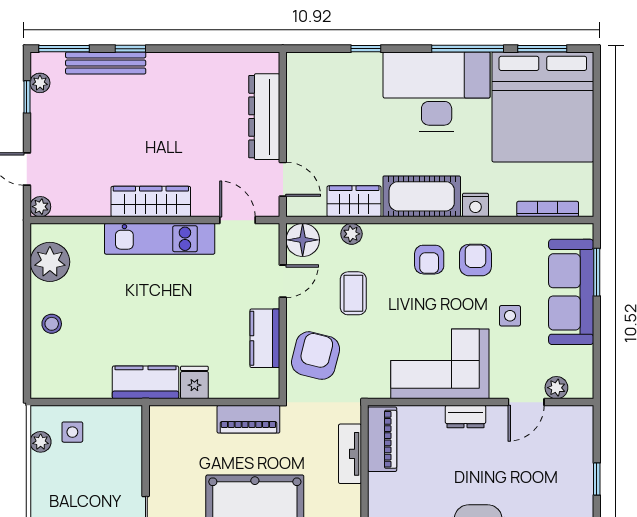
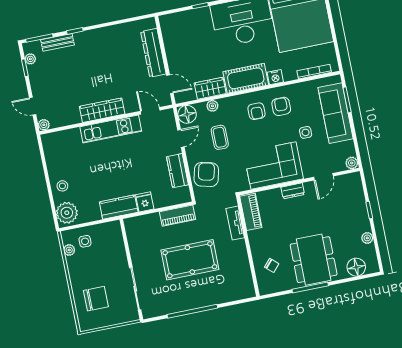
bench: (106, 63) -> (57, 42), width x0.73
plant: (50, 262) -> (67, 213), moved
plant: (556, 388) -> (352, 163), moved

